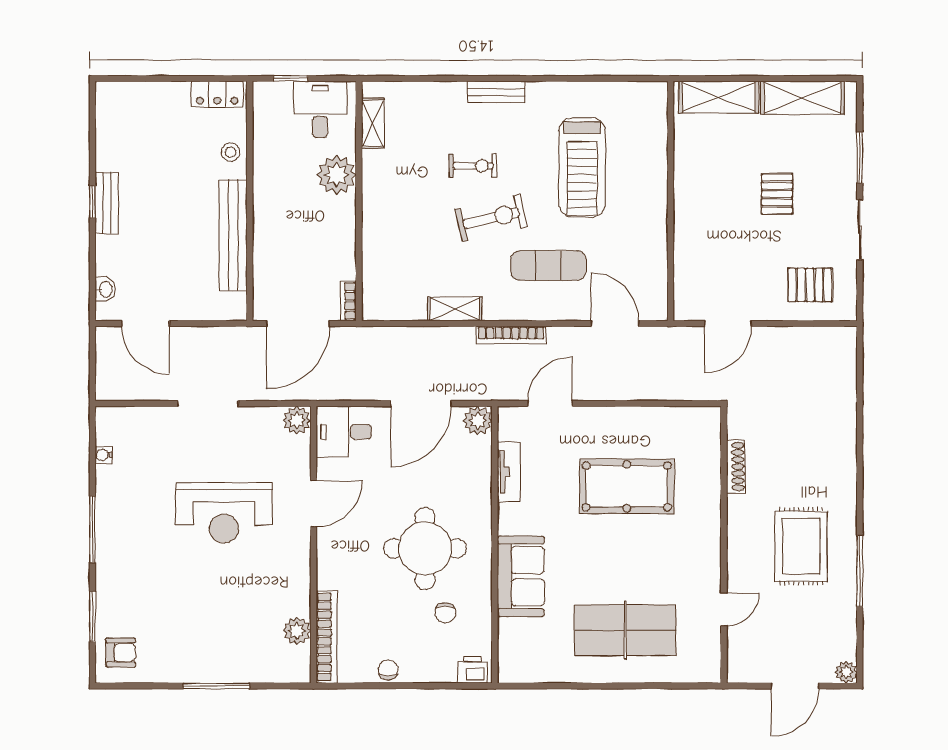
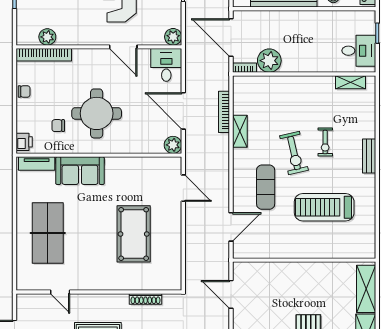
plant: (337, 175) -> (269, 61), moved
bookcase: (511, 335) -> (224, 112), moved
tv unit: (509, 472) -> (37, 164), moved

